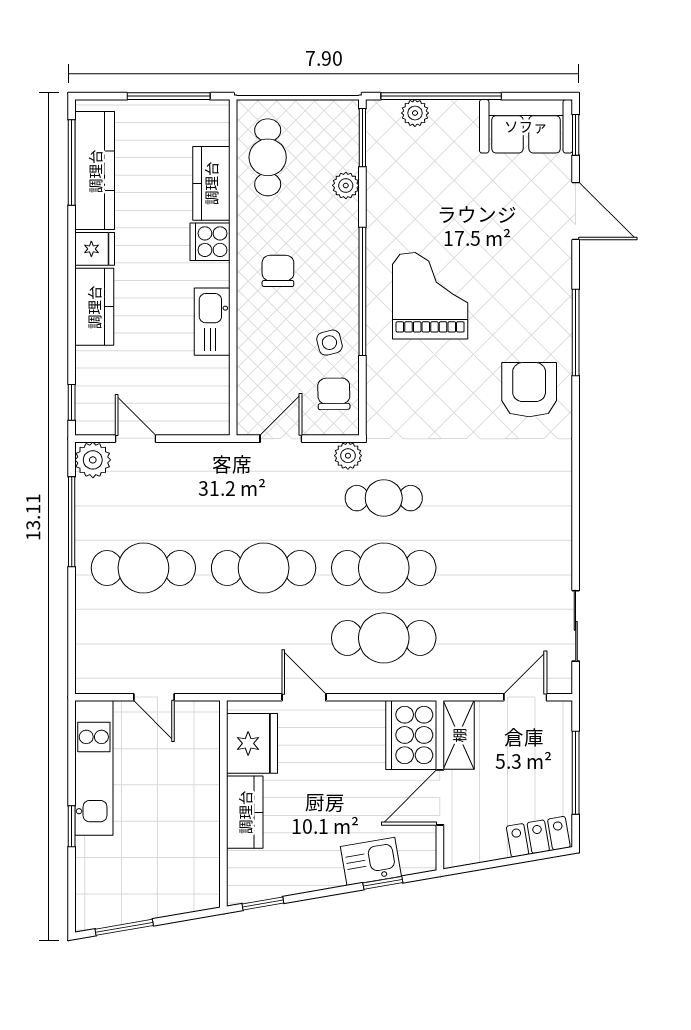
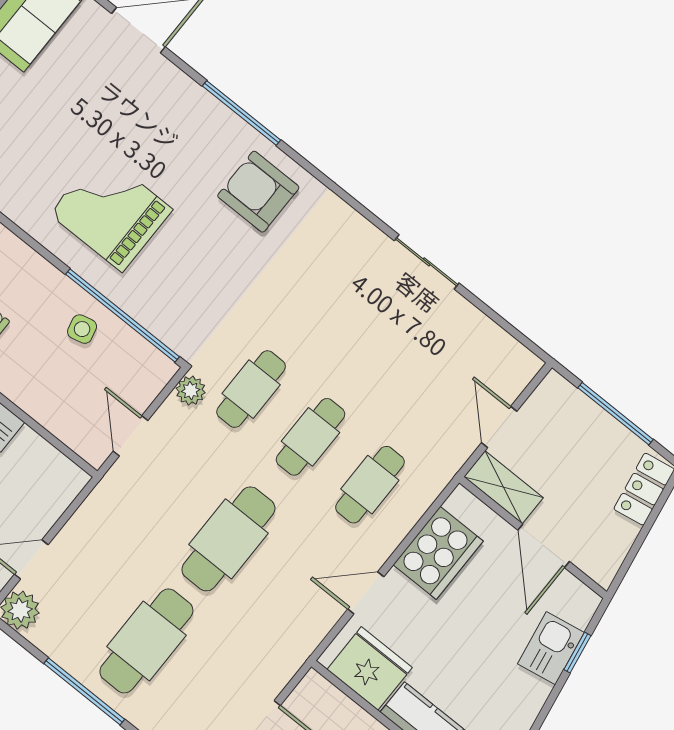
window: (362, 291) -> (122, 315), moved
chair: (334, 394) -> (129, 360), removed
window: (72, 522) -> (84, 691), moved
cafe table: (384, 568) -> (311, 437), width x0.73, depth x0.74
sliding door: (576, 626) -> (427, 262), moved
cafe table: (384, 638) -> (370, 485), width x0.73, depth x0.74
door: (525, 697) -> (499, 427), moved
cooker: (411, 735) -> (438, 553), moved, turned -90

